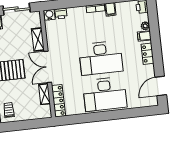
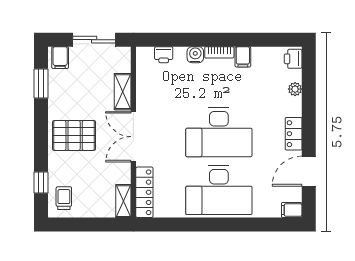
water cooler: (49, 15) -> (195, 55), moved
filing cabinet: (144, 36) -> (292, 210), moved
door: (161, 86) -> (309, 171), moved
shelving: (44, 94) -> (123, 201), moved

